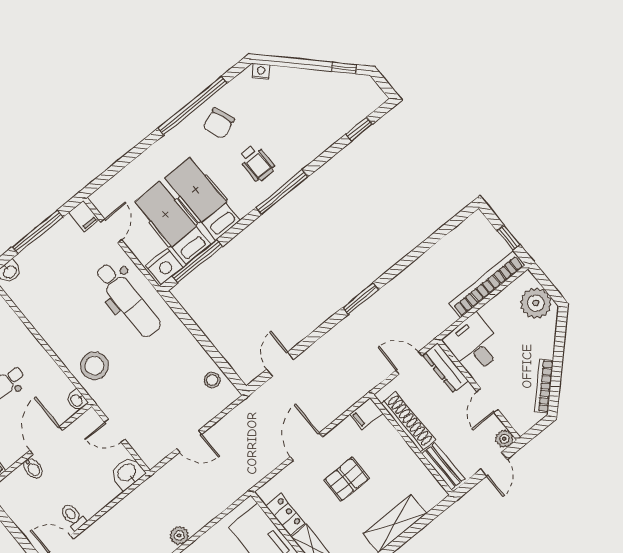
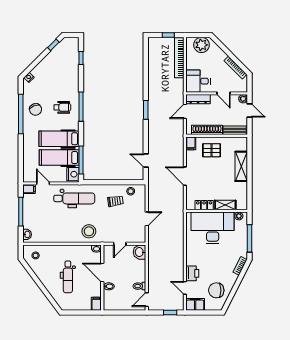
trolley: (177, 369) -> (115, 201), added
pallet: (347, 479) -> (212, 150), moved, turned 90
plant: (179, 536) -> (179, 252), removed

